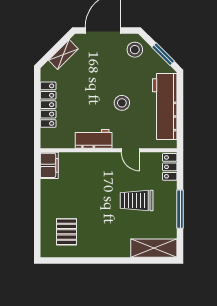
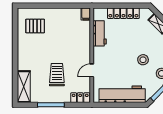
stool: (122, 103) -> (143, 60), moved
workbench: (94, 139) -> (100, 33), moved
filing cabinet: (49, 165) -> (86, 14), width x0.50

